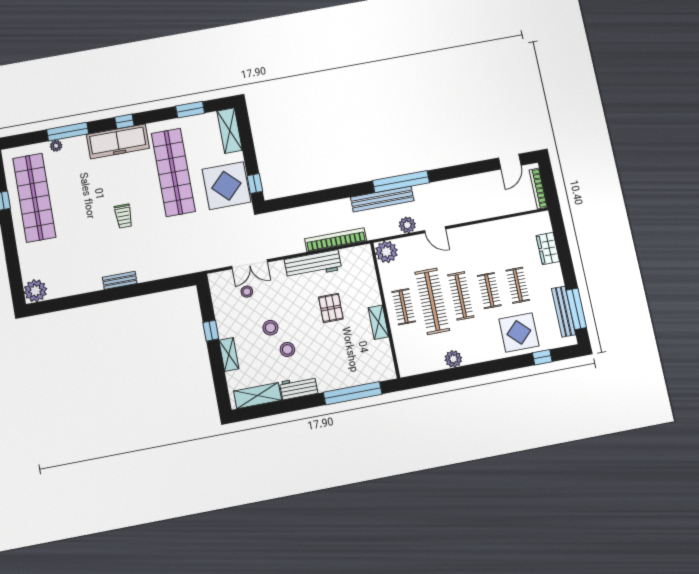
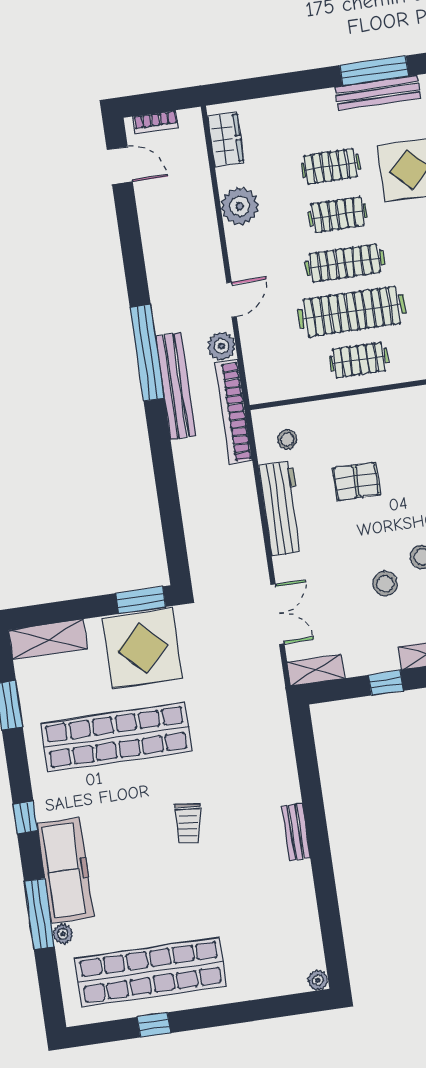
freezer: (118, 141) -> (65, 870), moved
window: (255, 184) -> (141, 600), width x1.50
bookcase: (538, 189) -> (156, 122), width x0.64
trolley: (123, 216) -> (188, 823), turned 97
bookcase: (336, 240) -> (234, 412), moved
wardrobe: (548, 248) -> (226, 139), moved, turned -90
plant: (386, 252) -> (240, 206), moved
plant: (35, 291) -> (318, 980), width x0.53, depth x0.53
stool: (247, 292) -> (287, 439), moved
shelving: (378, 322) -> (316, 670), moved

